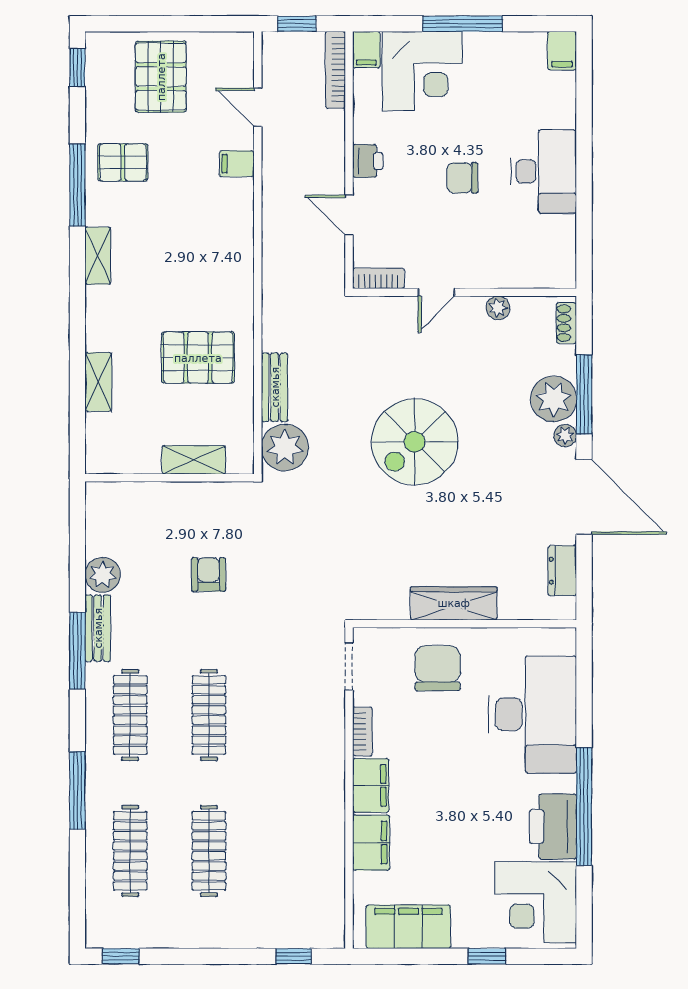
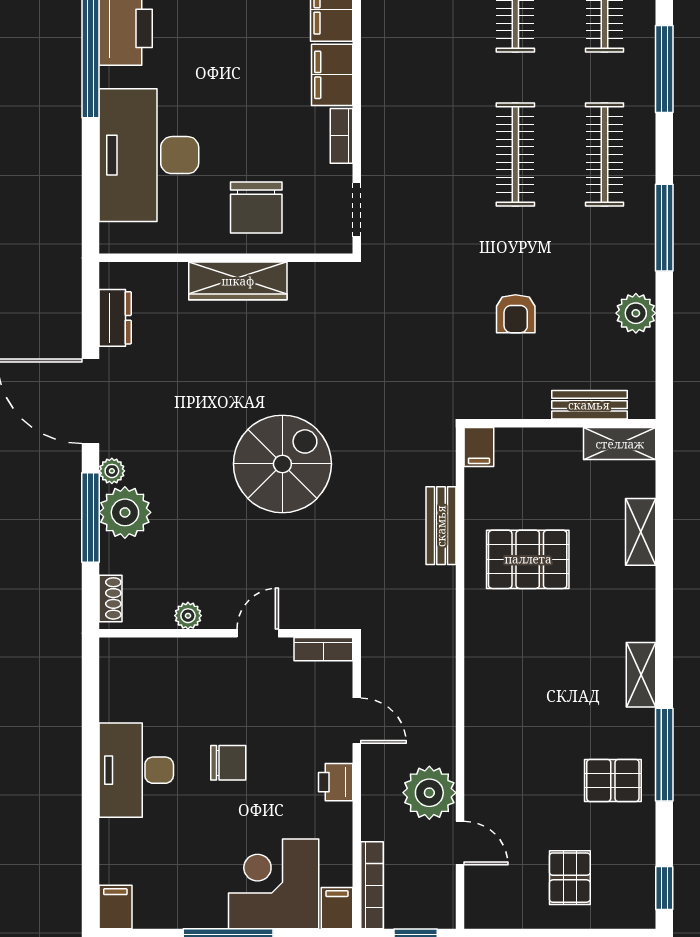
pallet: (161, 77) -> (570, 878), width x0.67, depth x0.71
filing cabinet: (237, 164) -> (479, 447), moved, turned 90
plant: (285, 448) -> (429, 793), moved
shelving: (194, 460) -> (620, 444), moved
bench: (98, 628) -> (589, 405), moved, turned 90

